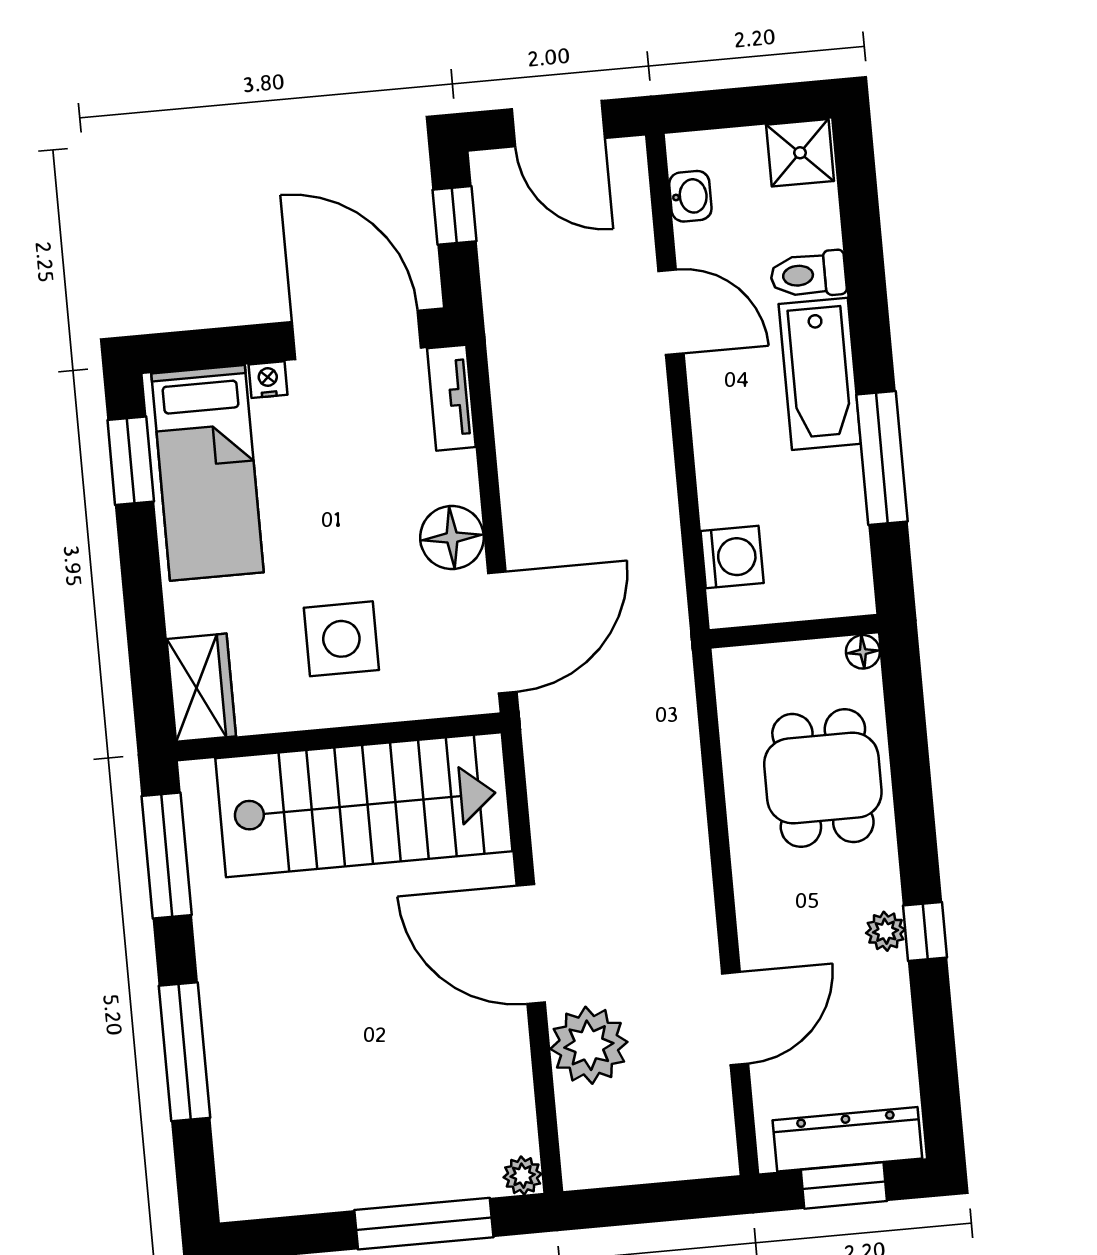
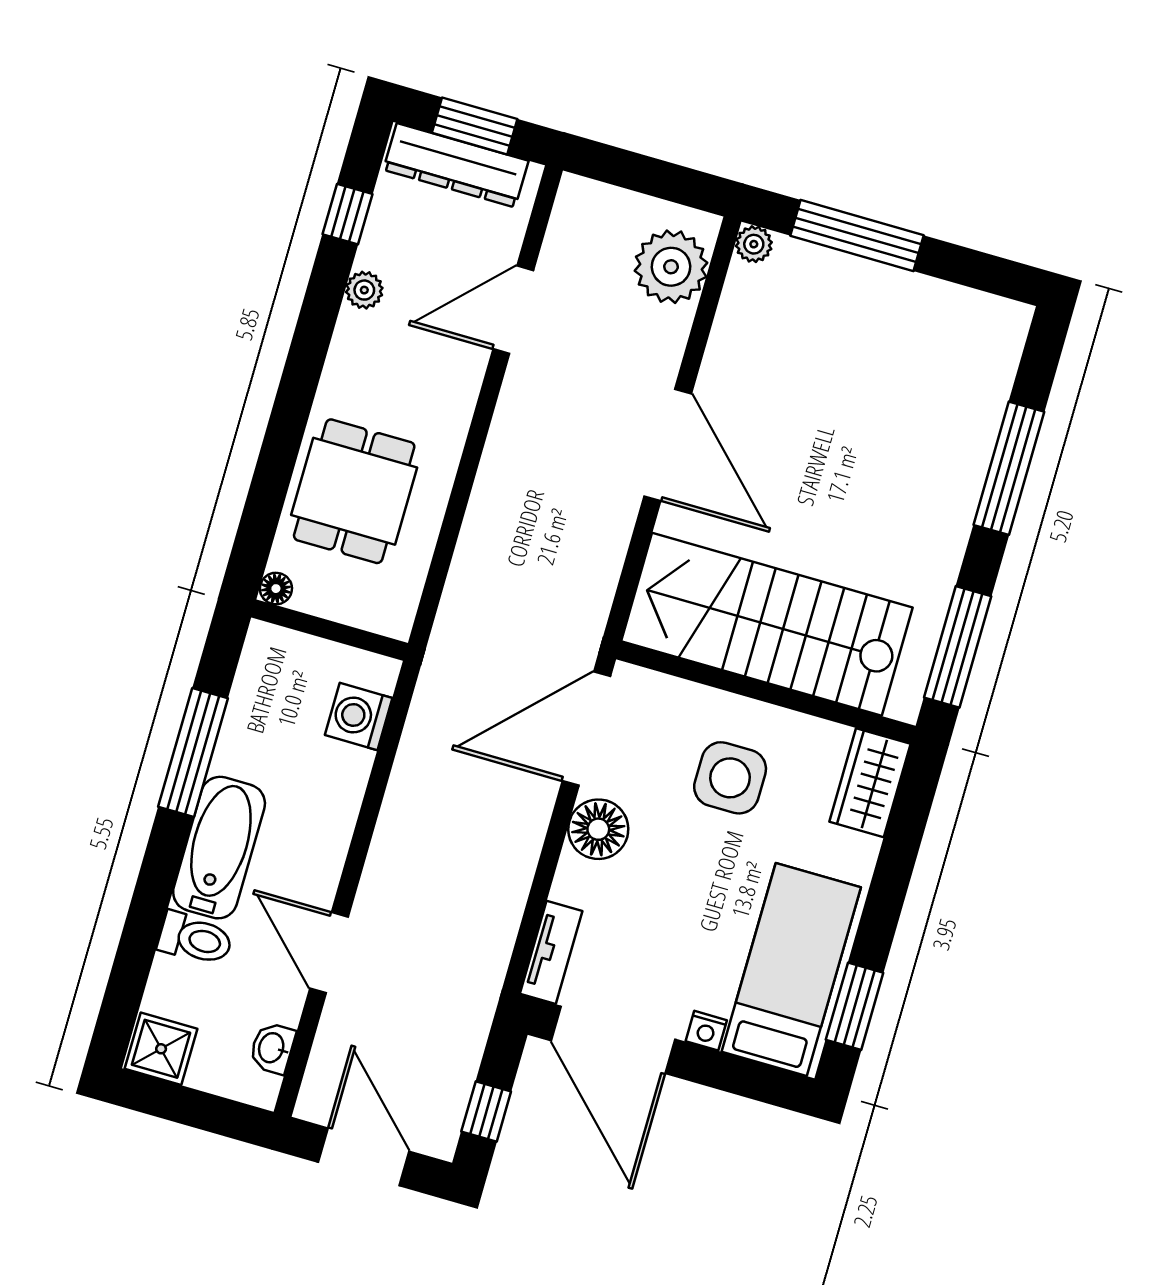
plant: (886, 931) -> (364, 290), moved
window: (925, 931) -> (347, 214), moved
plant: (589, 1045) -> (671, 267), moved

